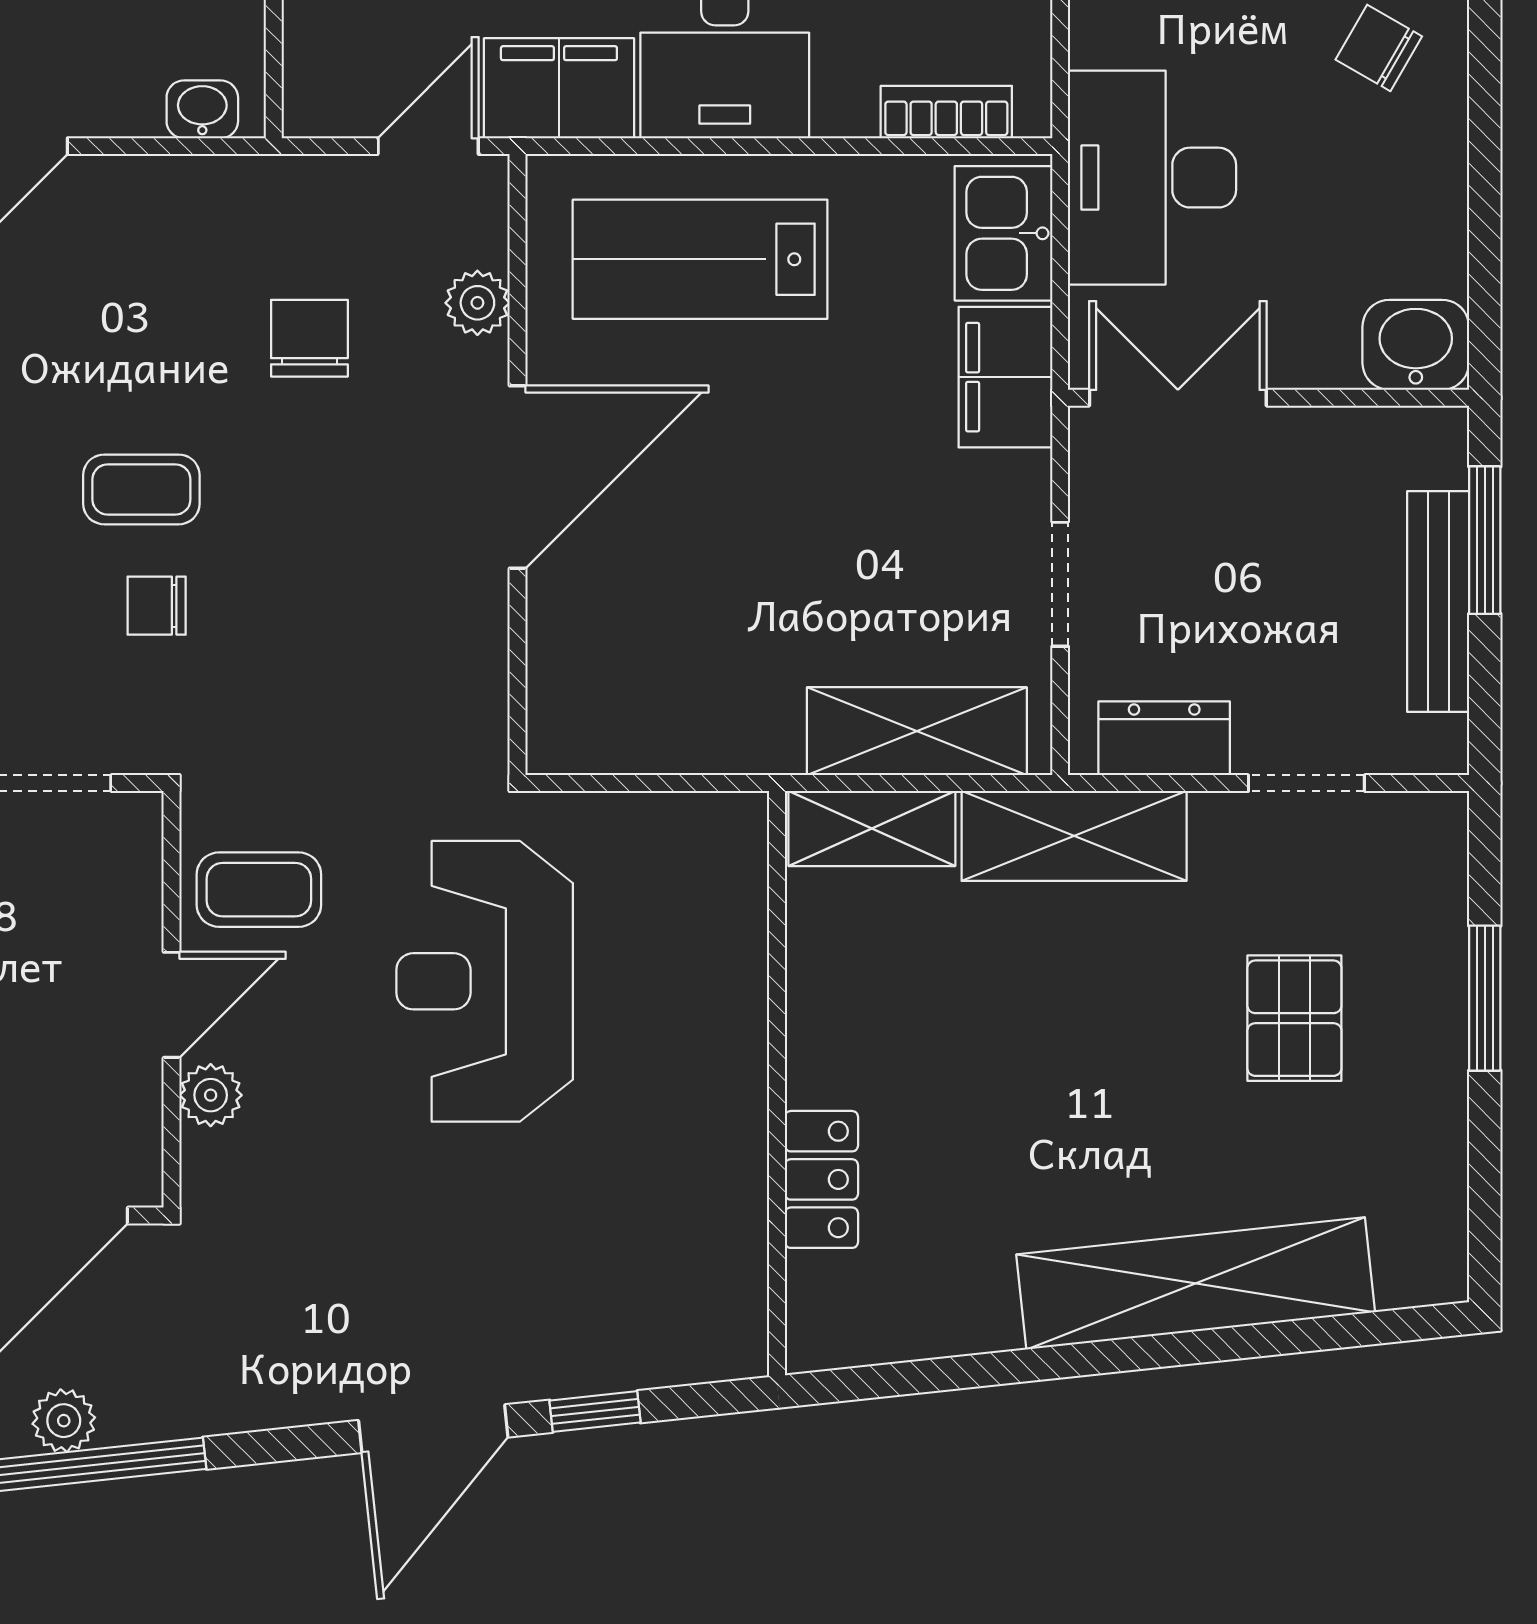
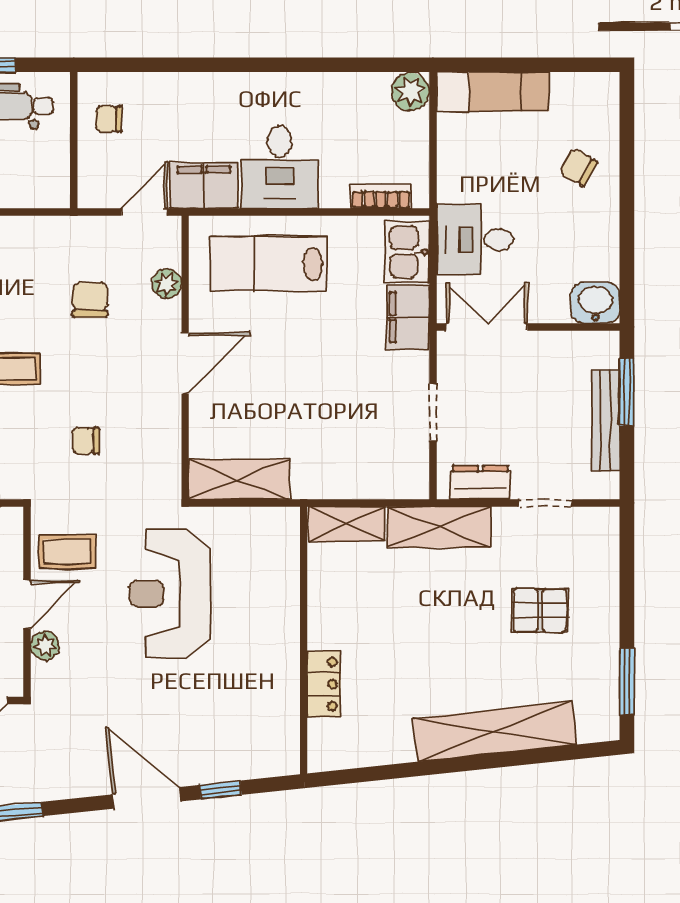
washbasin: (202, 109) -> (41, 195), removed
desk: (1152, 178) -> (475, 240), width x0.73
door: (518, 477) -> (185, 363), width x0.73
chair: (157, 606) -> (86, 441), moved
shelving: (917, 731) -> (239, 479), moved
window: (1485, 998) -> (627, 682), moved
pallet: (1294, 1018) -> (540, 610), turned 90
door: (433, 1429) -> (147, 798), swing flipped

